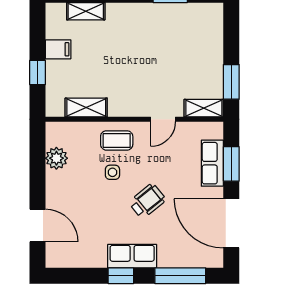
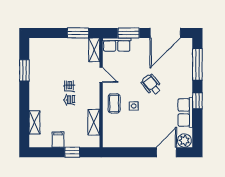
plant: (56, 158) -> (184, 140), moved
row of seats: (212, 163) -> (117, 45), moved
row of seats: (132, 256) -> (185, 112), moved

